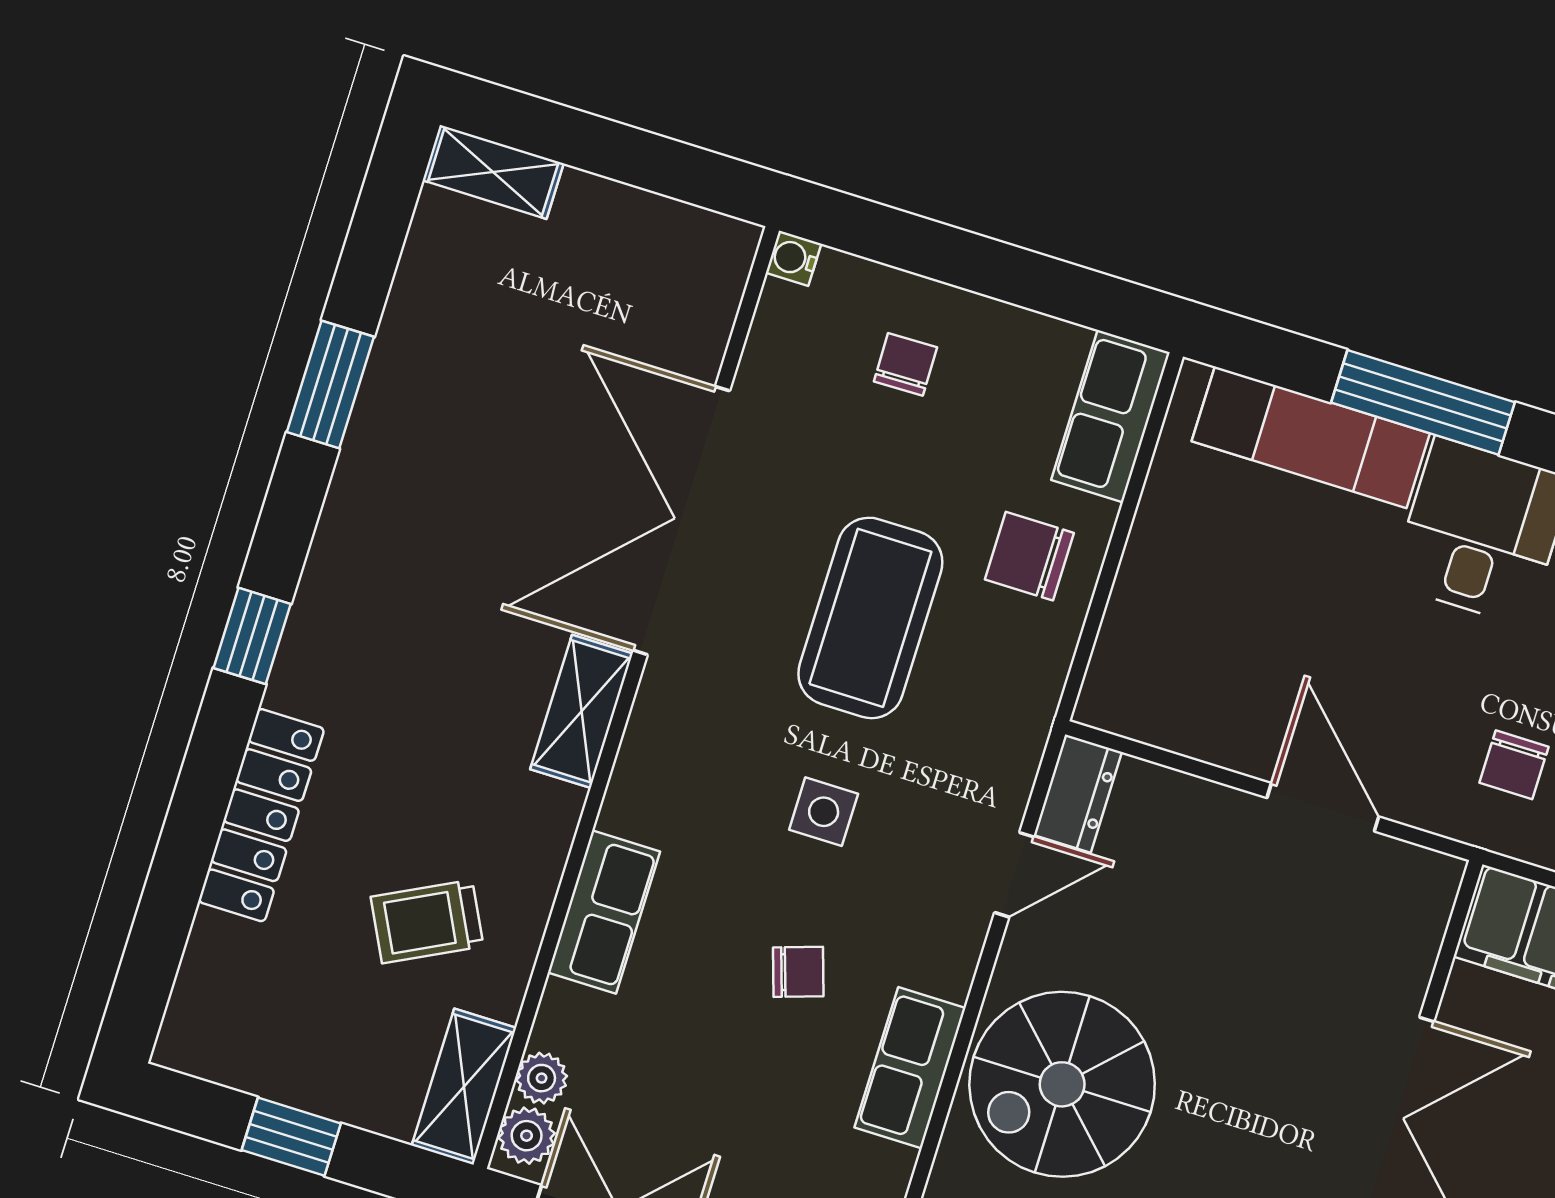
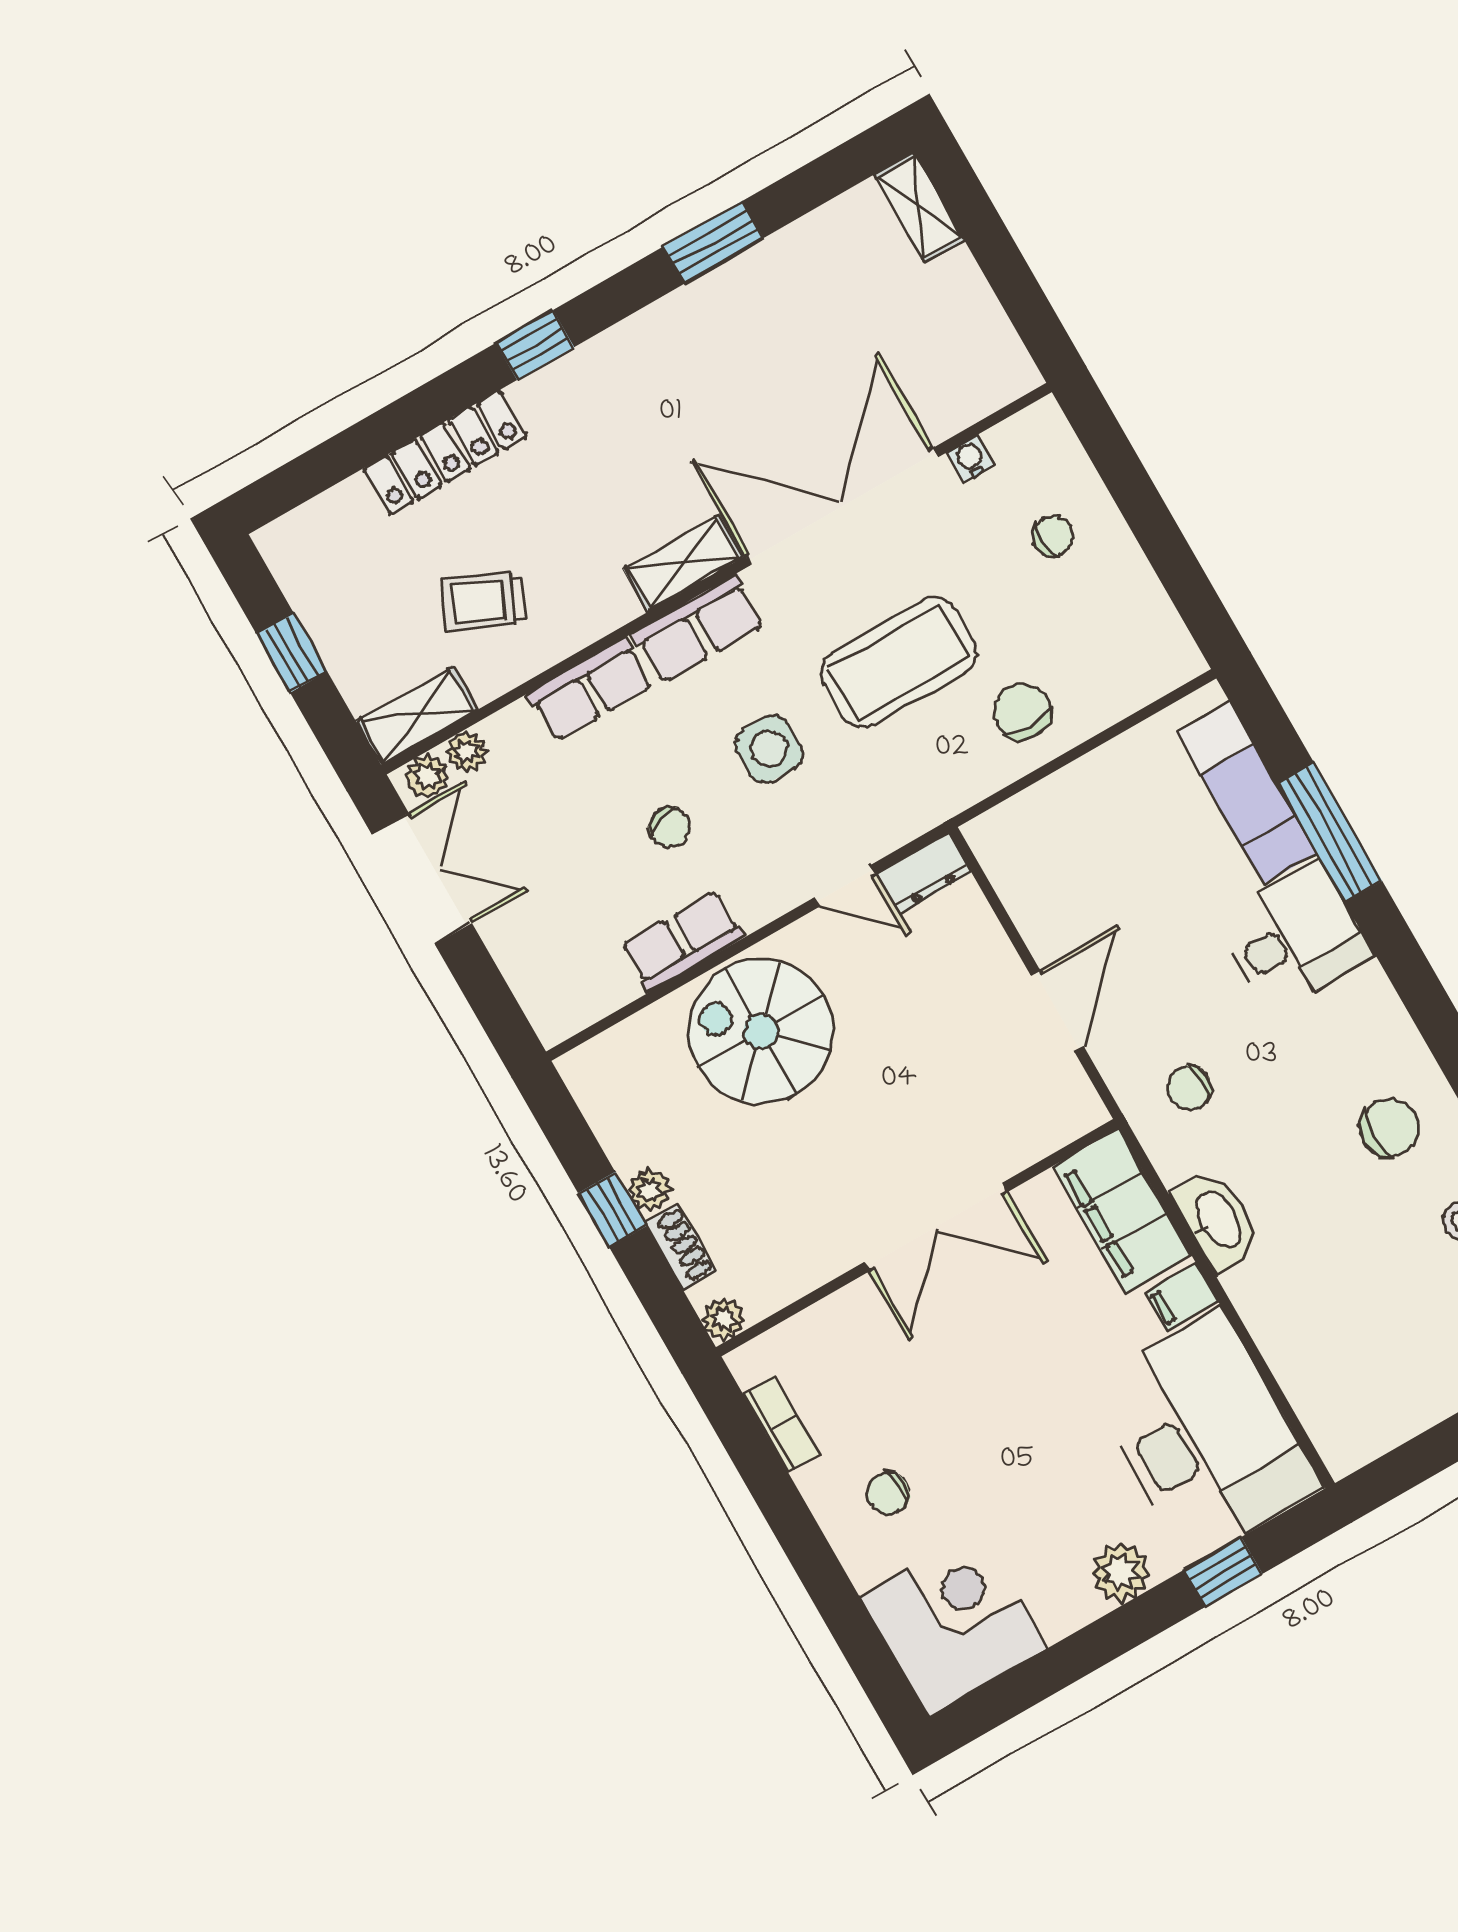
water cooler: (793, 258) -> (971, 459), moved
row of seats: (1110, 416) -> (698, 629), moved, turned 180
side table: (824, 812) -> (769, 749), width x1.37, depth x1.37
trolley: (427, 922) -> (484, 601), turned -38

